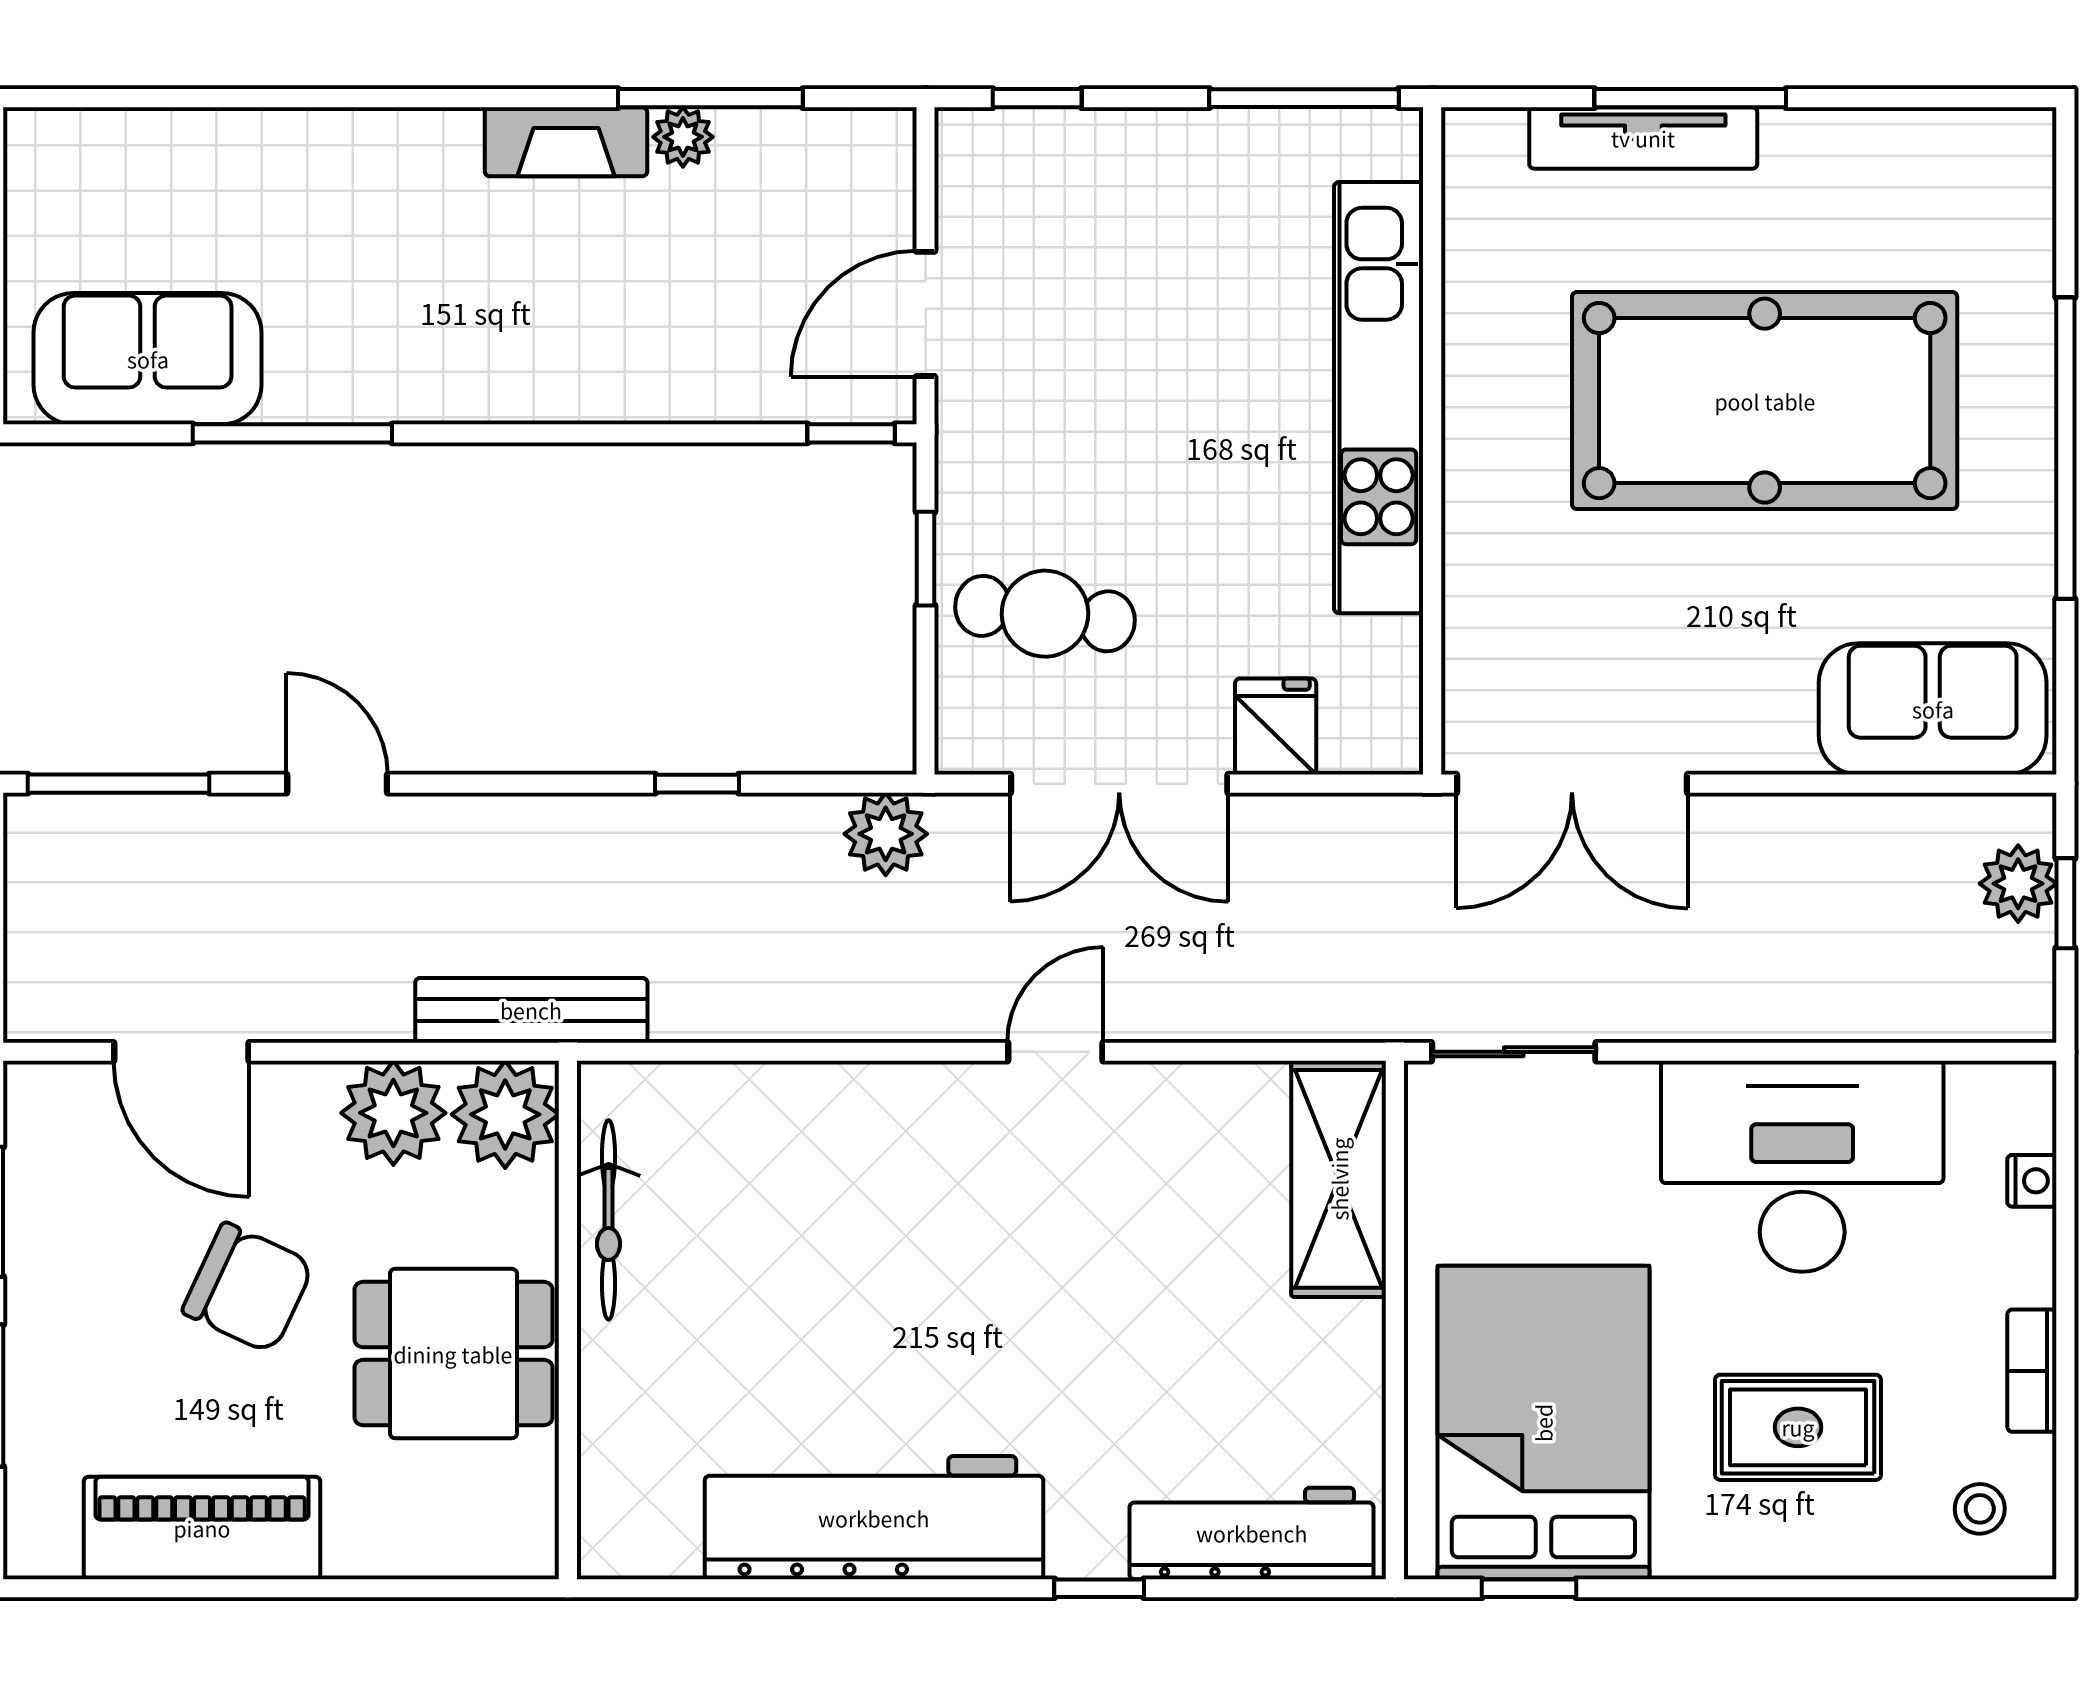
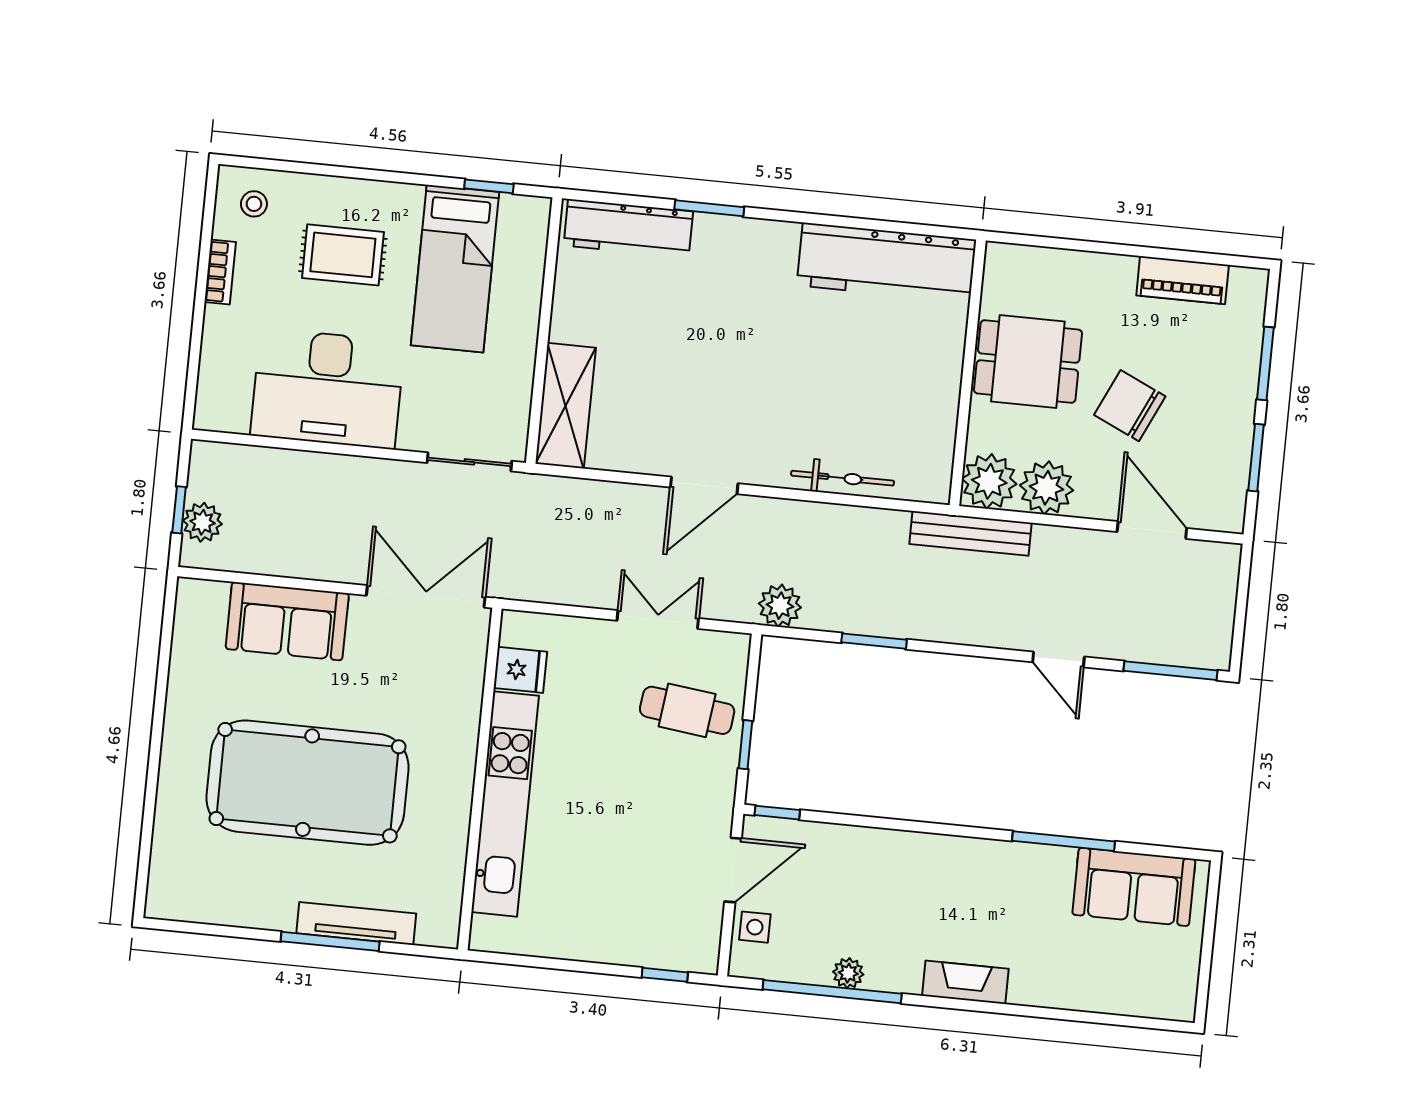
window: (710, 98) -> (832, 992), width x1.46
window: (1304, 98) -> (528, 961), removed
fireplace: (566, 142) -> (965, 982), moved
side table: (872, 208) -> (755, 927), added
window: (2065, 448) -> (156, 743), removed
sofa: (1933, 709) -> (287, 621), moved
fridge: (1276, 726) -> (520, 670), moved, turned -90
window: (697, 784) -> (874, 641), width x1.50
double door: (1119, 784) -> (658, 619), width x0.73
door: (1055, 1052) -> (704, 485), width x1.38
nightstand: (2032, 1181) -> (210, 369), removed
bicycle: (609, 1220) -> (843, 478), moved, turned 90
bed: (1543, 1423) -> (455, 269), width x0.67
workbench: (874, 1518) -> (886, 262), moved
piano: (202, 1528) -> (1183, 280), width x0.73, depth x0.75
window: (1099, 1588) -> (709, 208), width x1.50

